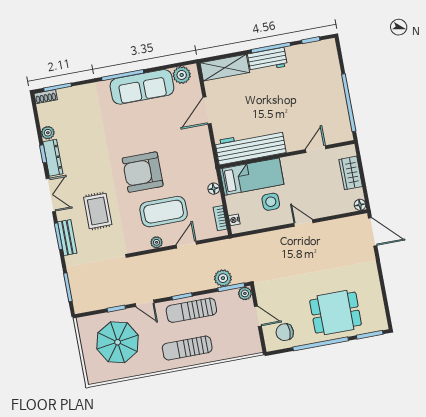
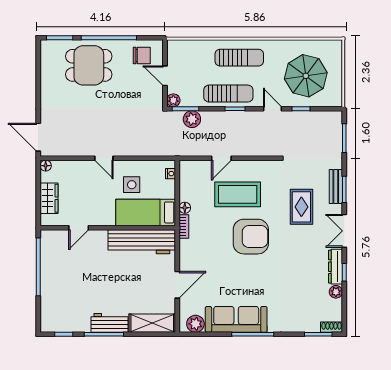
bookcase: (220, 218) -> (184, 227), moved
plant: (157, 242) -> (250, 166), removed

